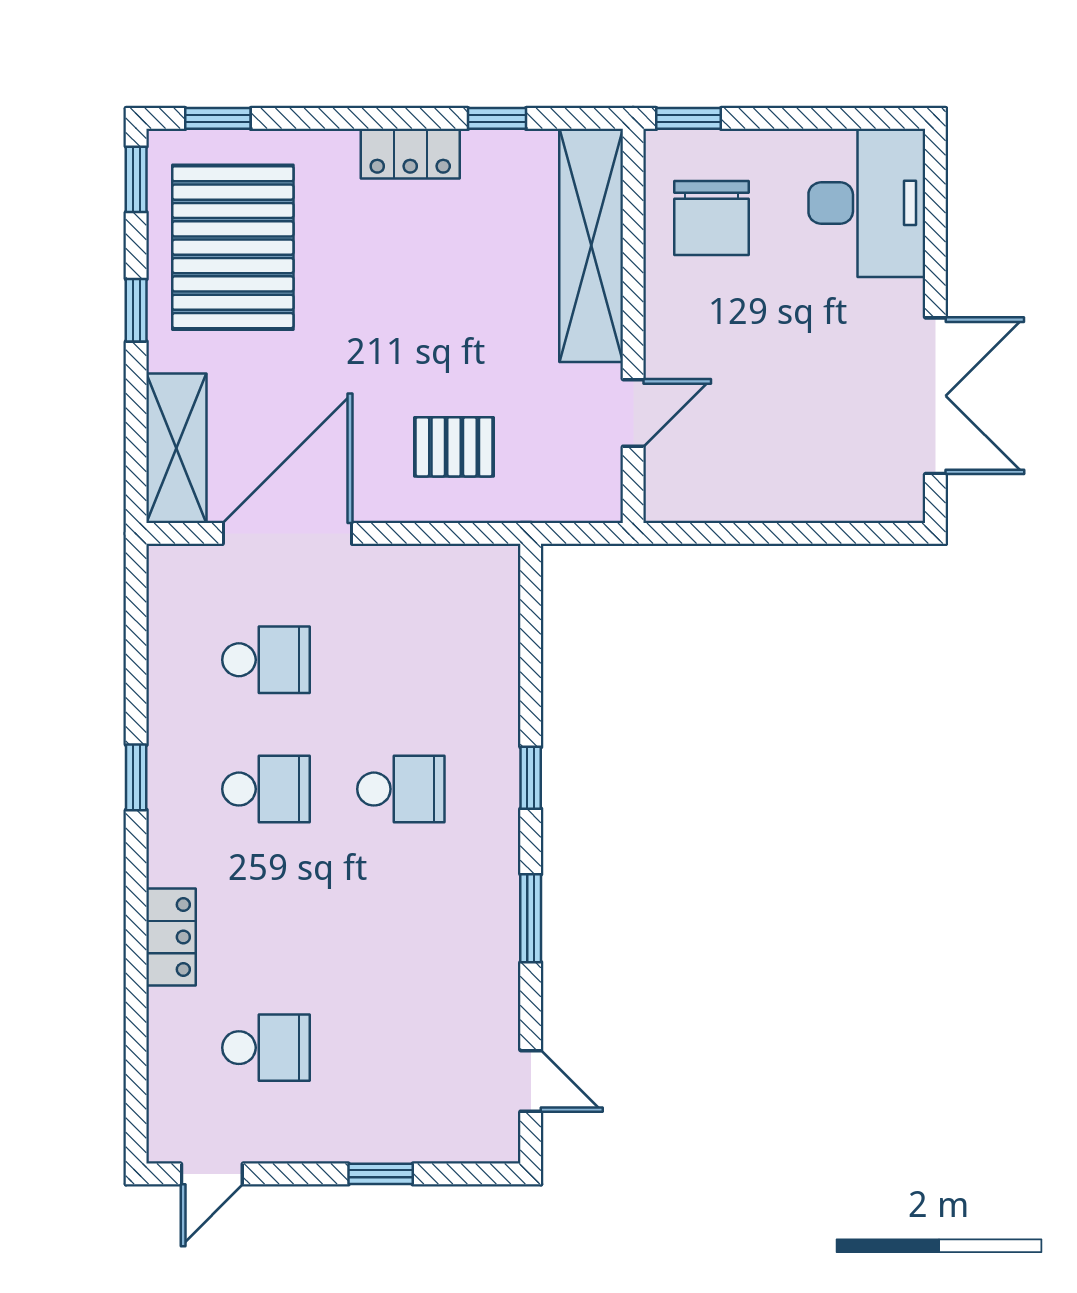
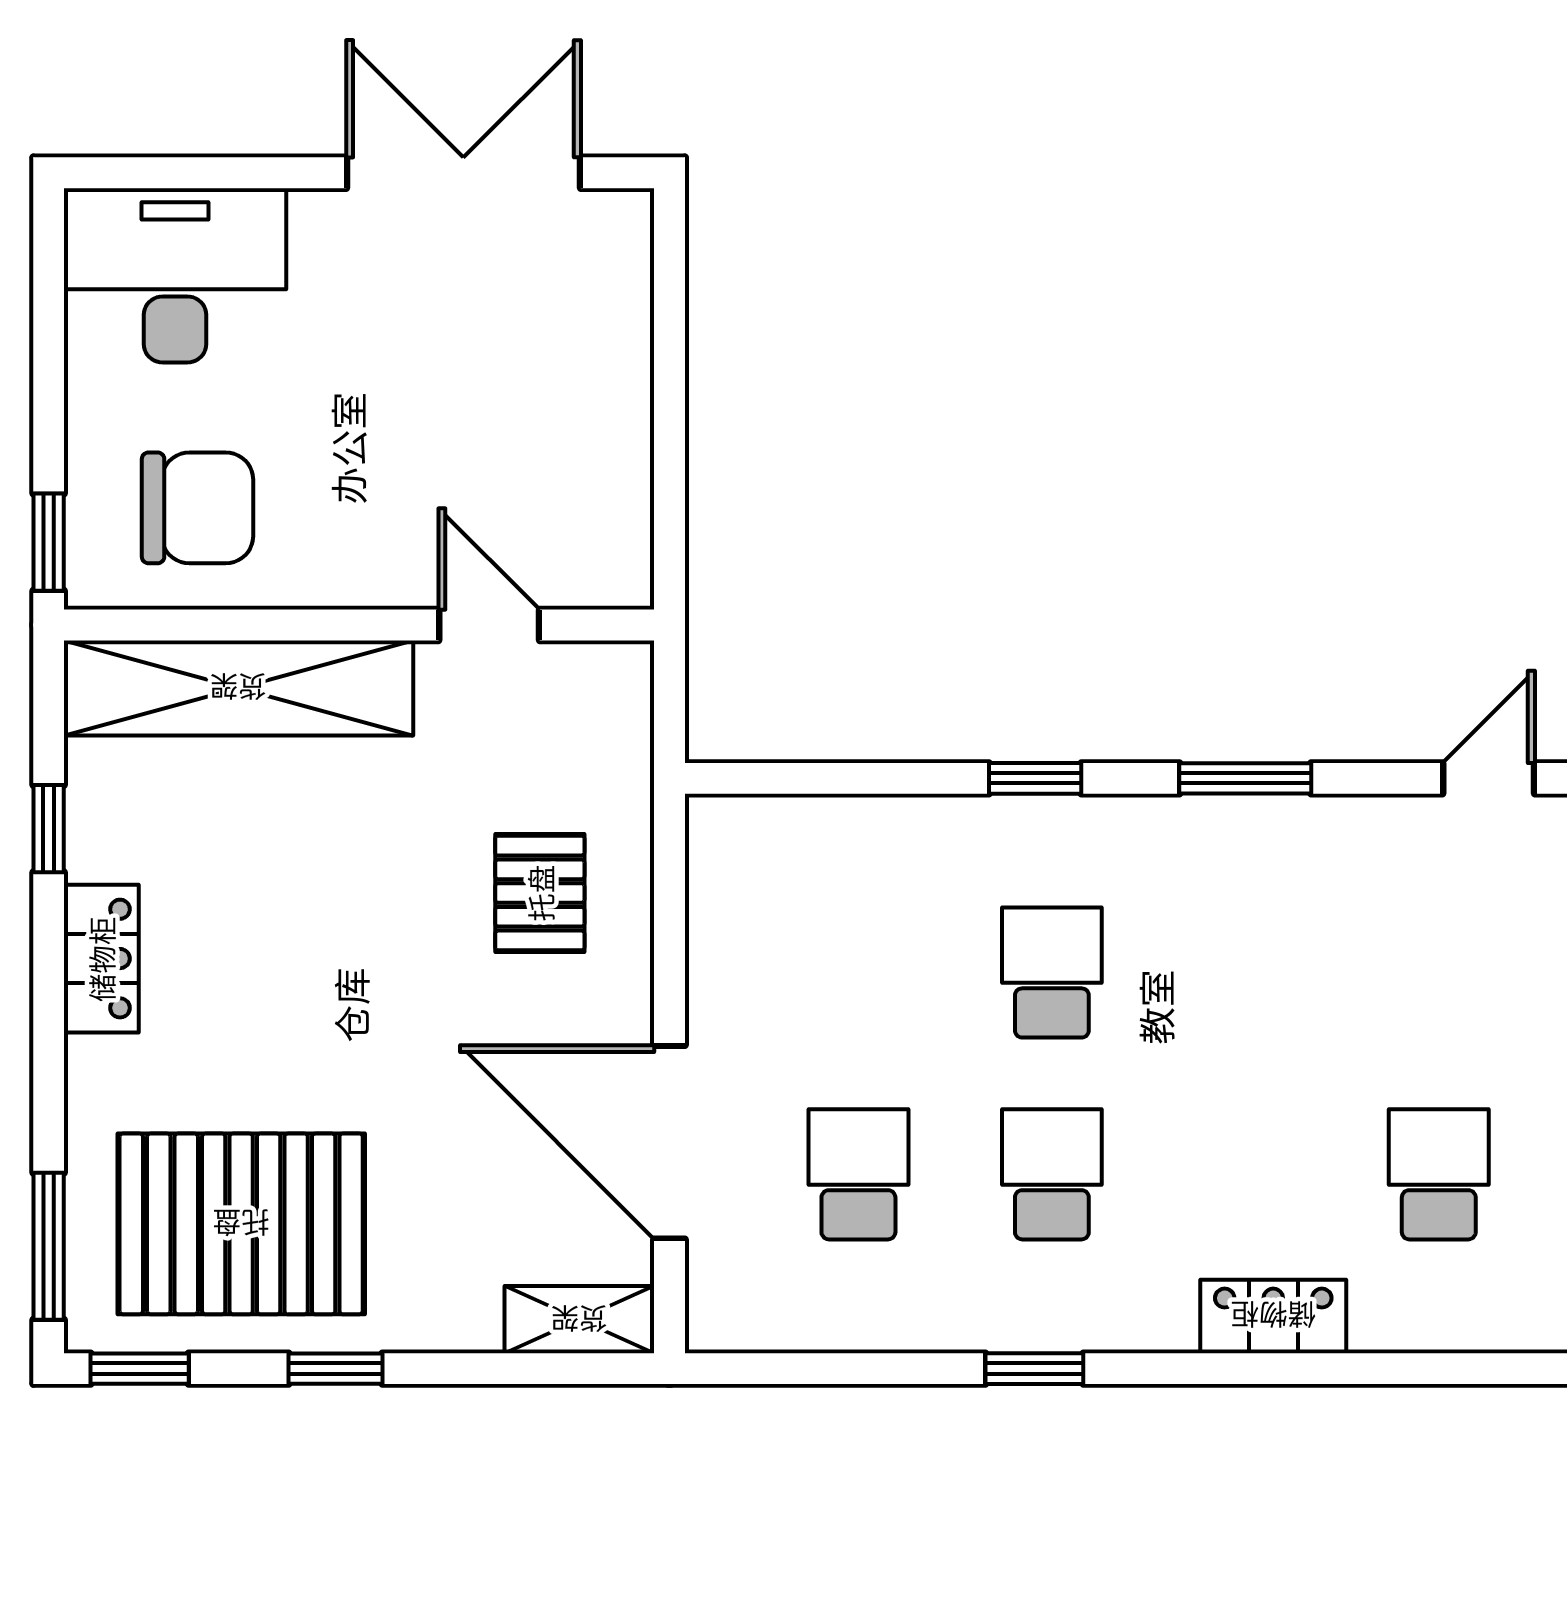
window: (218, 118) -> (49, 1246), width x1.50
shelving: (176, 448) -> (579, 1320), width x0.67, depth x0.75

